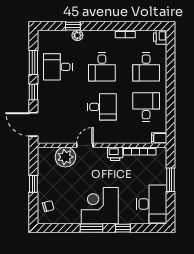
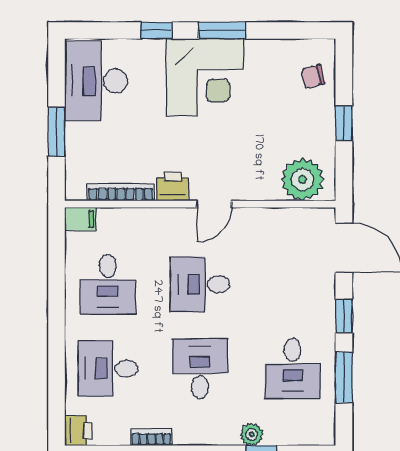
desk: (58, 67) -> (293, 369), turned 90
desk: (146, 67) -> (108, 369), turned -90
door: (85, 145) -> (214, 204), moved
plant: (65, 157) -> (303, 180), moved

